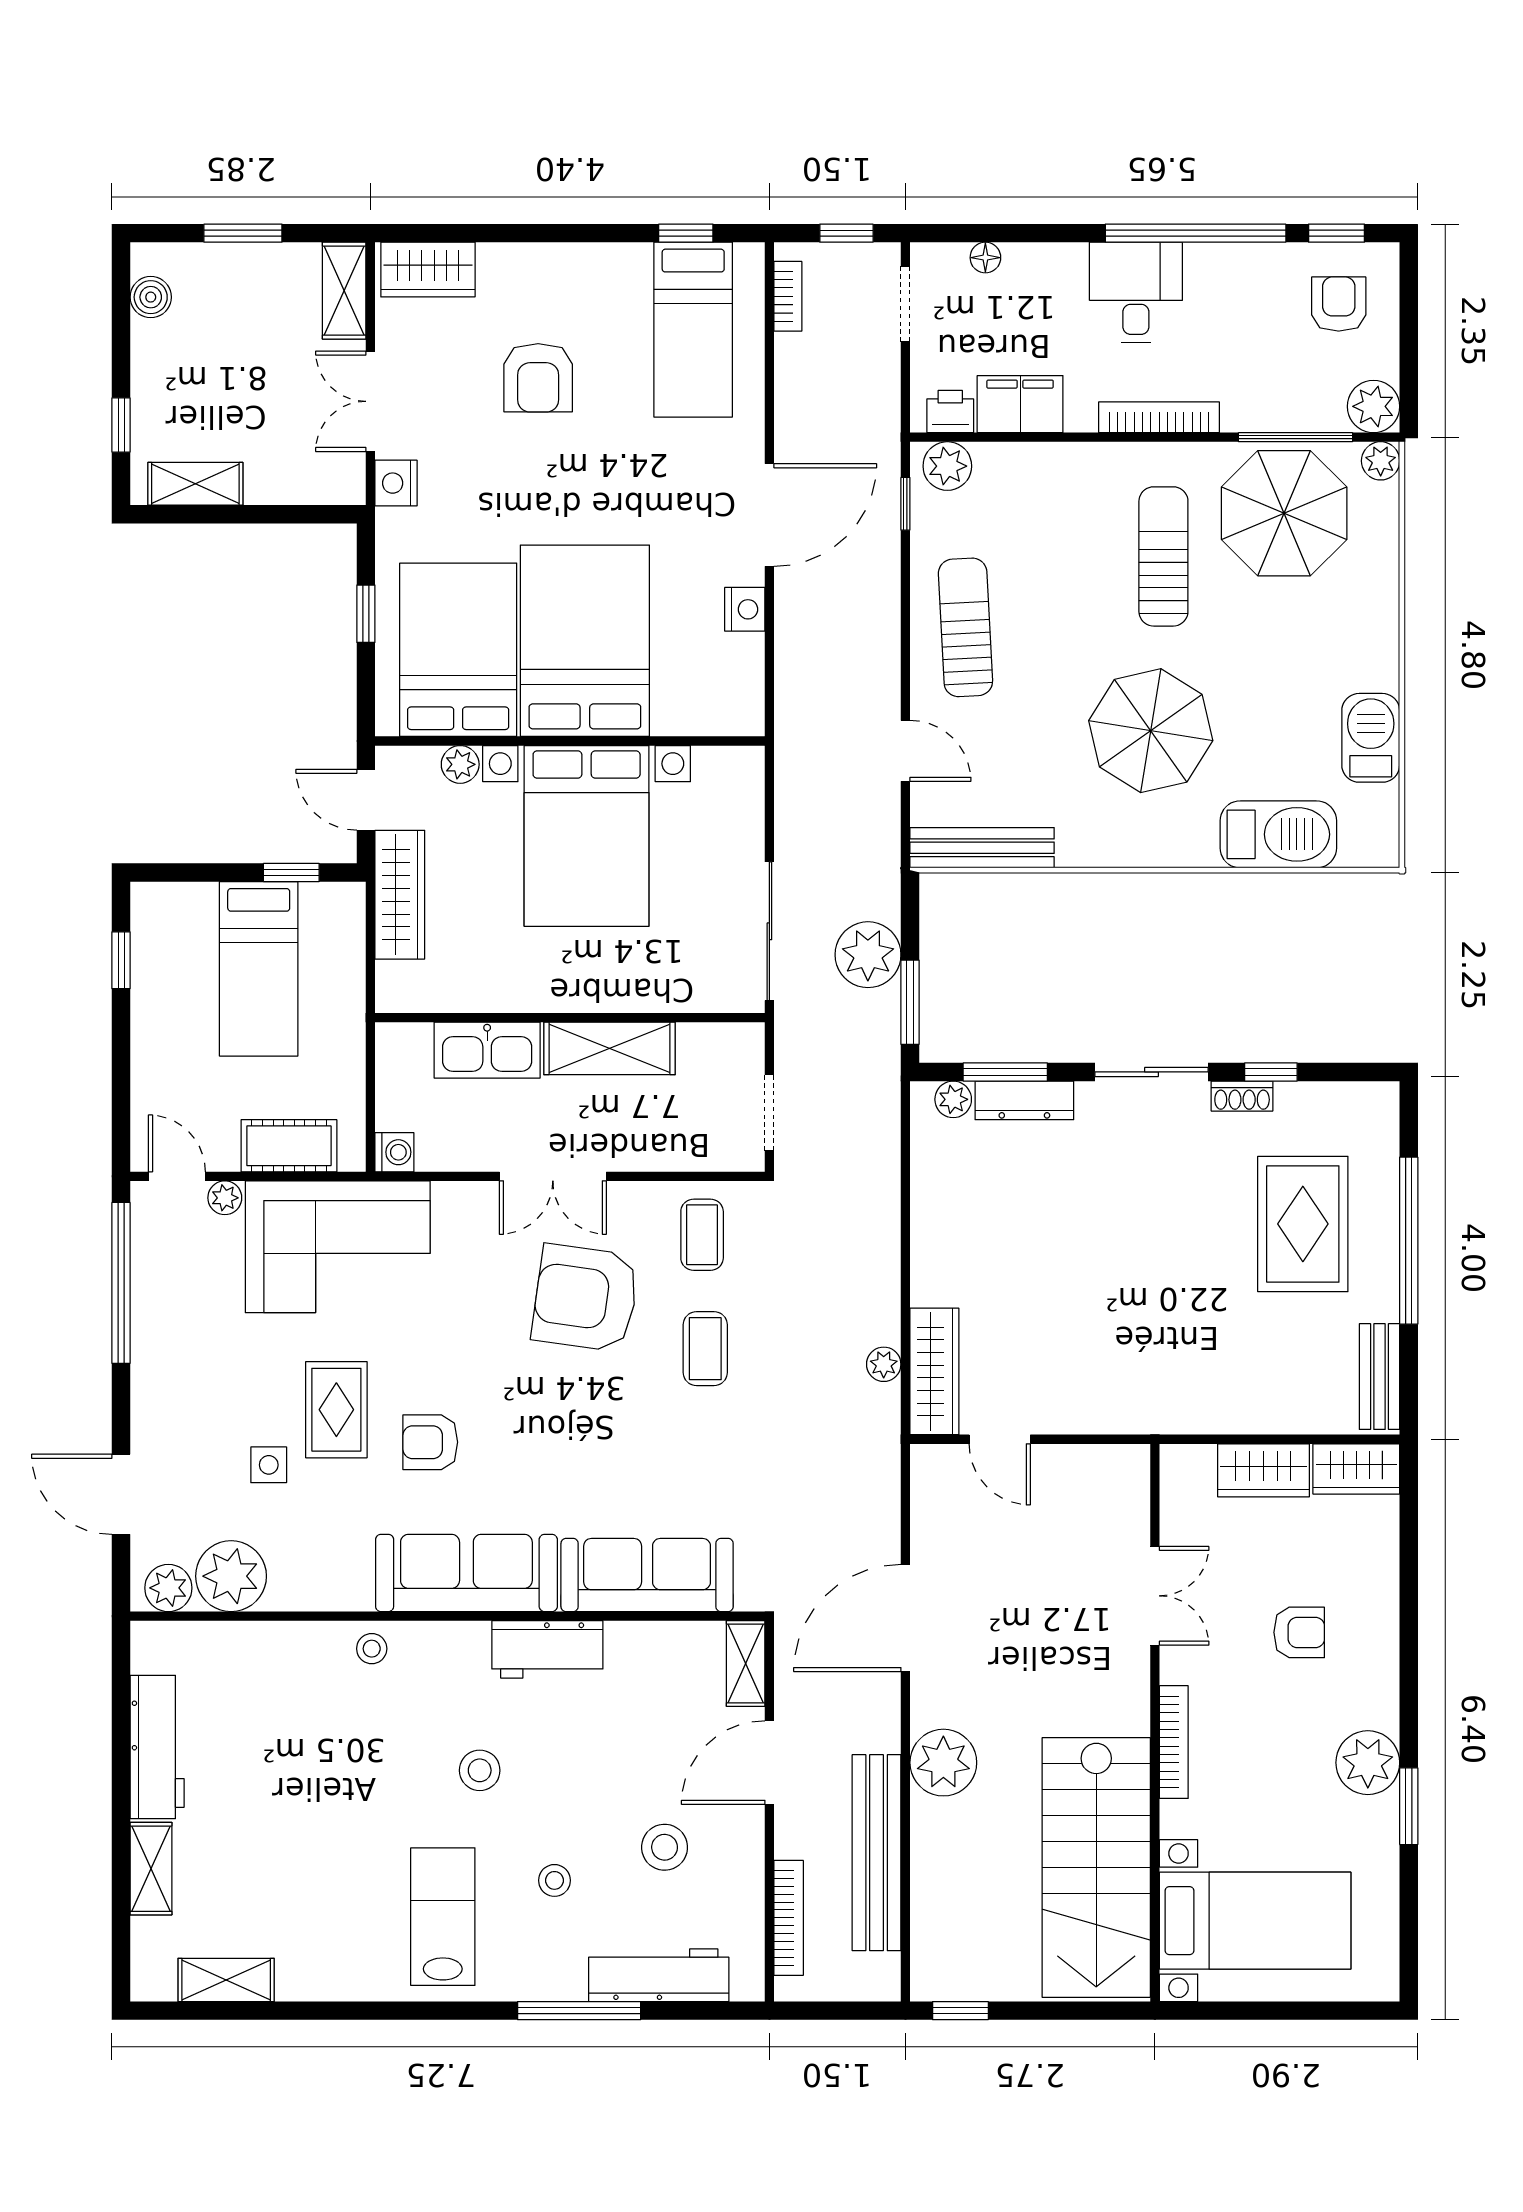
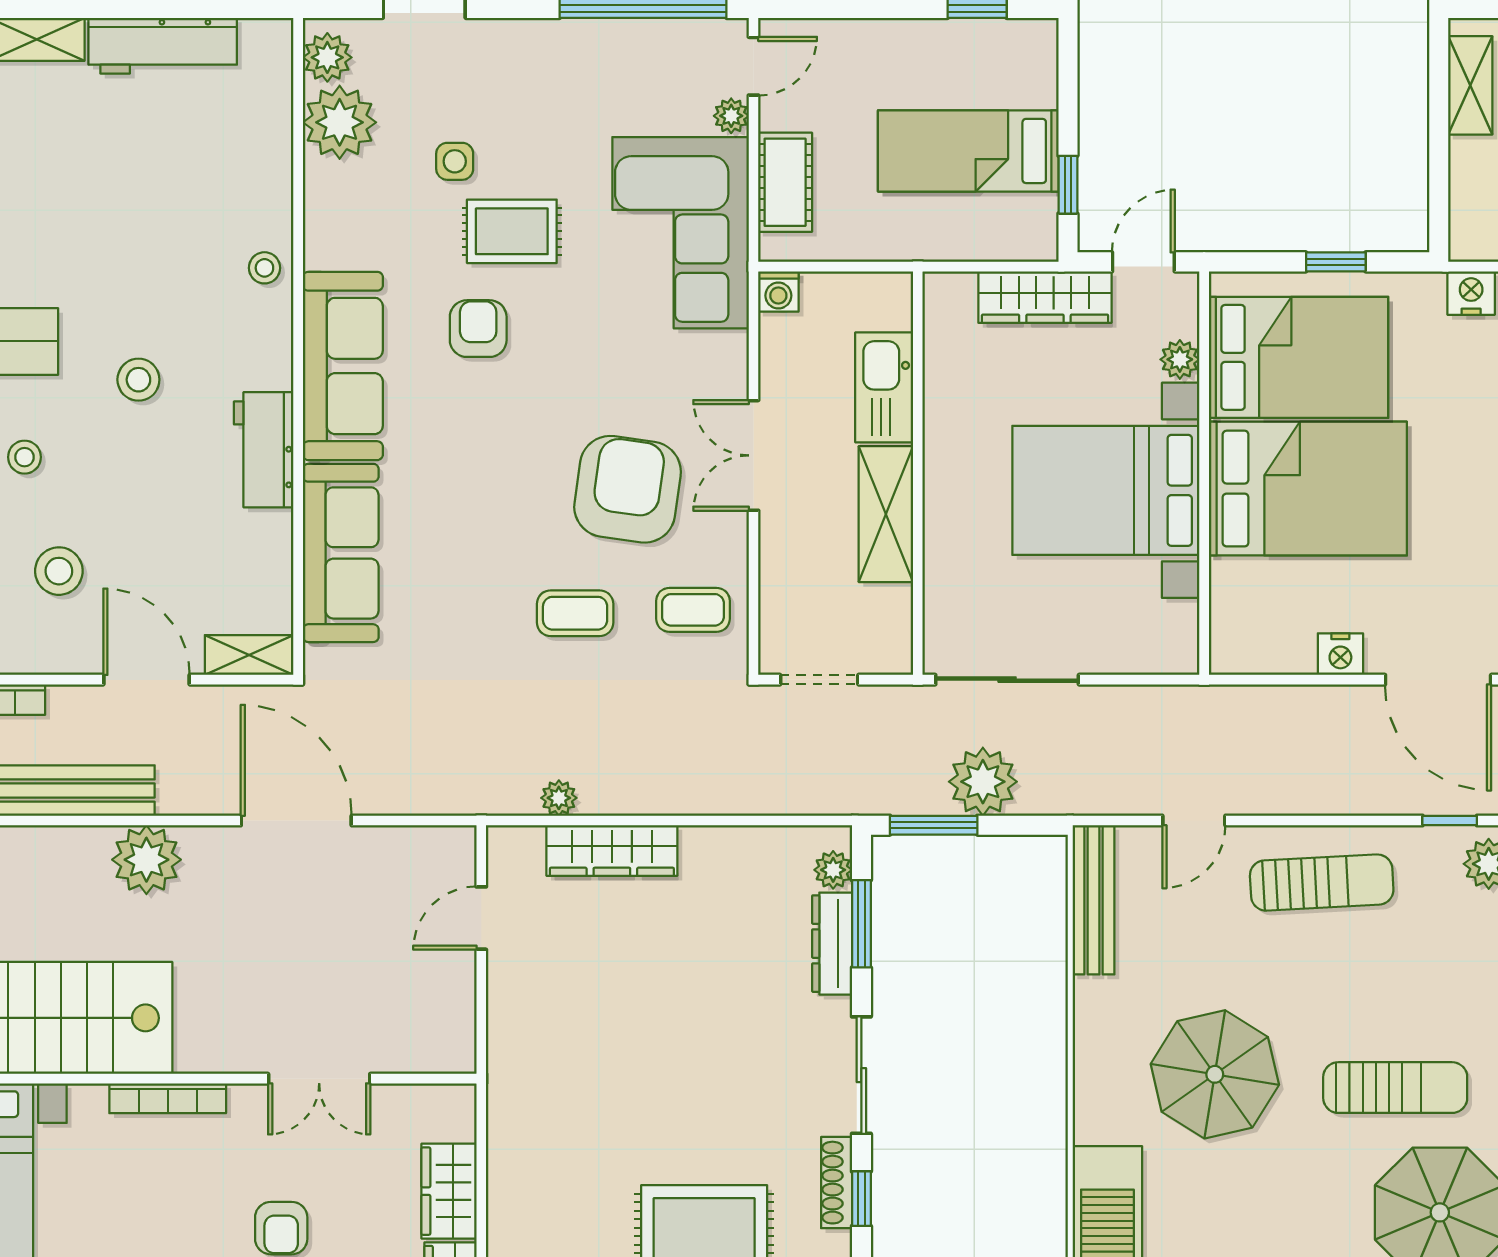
shoe rack: (1242, 1096) -> (837, 1183), width x1.43
wardrobe: (934, 1371) -> (612, 850), moved

